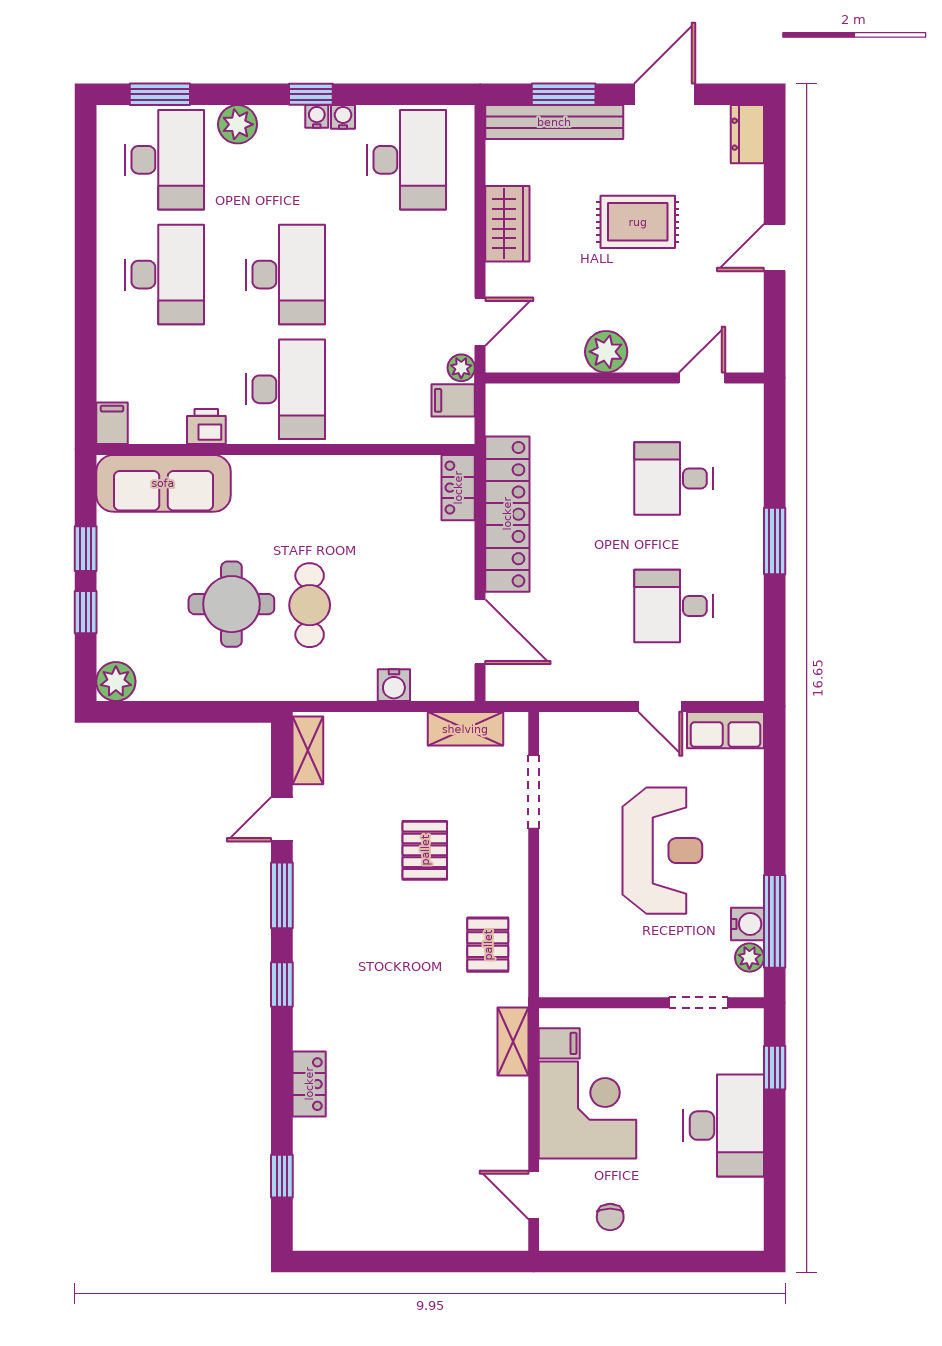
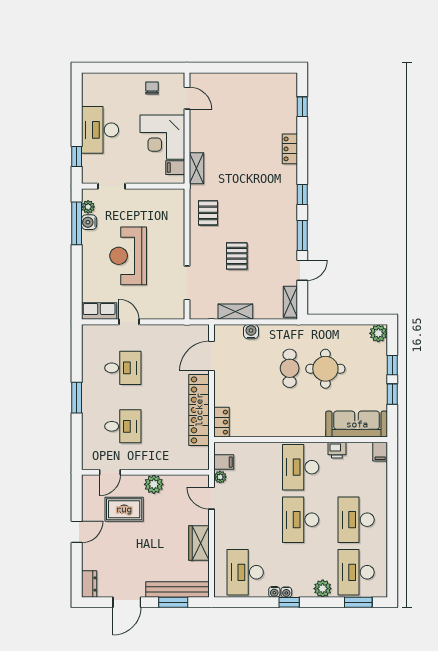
rug: (638, 222) -> (124, 509), moved
door: (480, 322) -> (212, 498), hinge flipped
door: (480, 632) -> (212, 356), hinge flipped
shelving: (465, 729) -> (235, 312), moved

